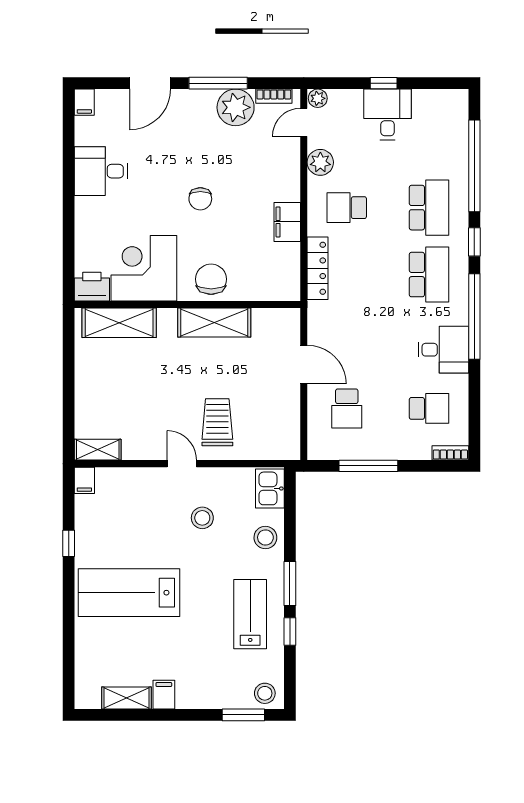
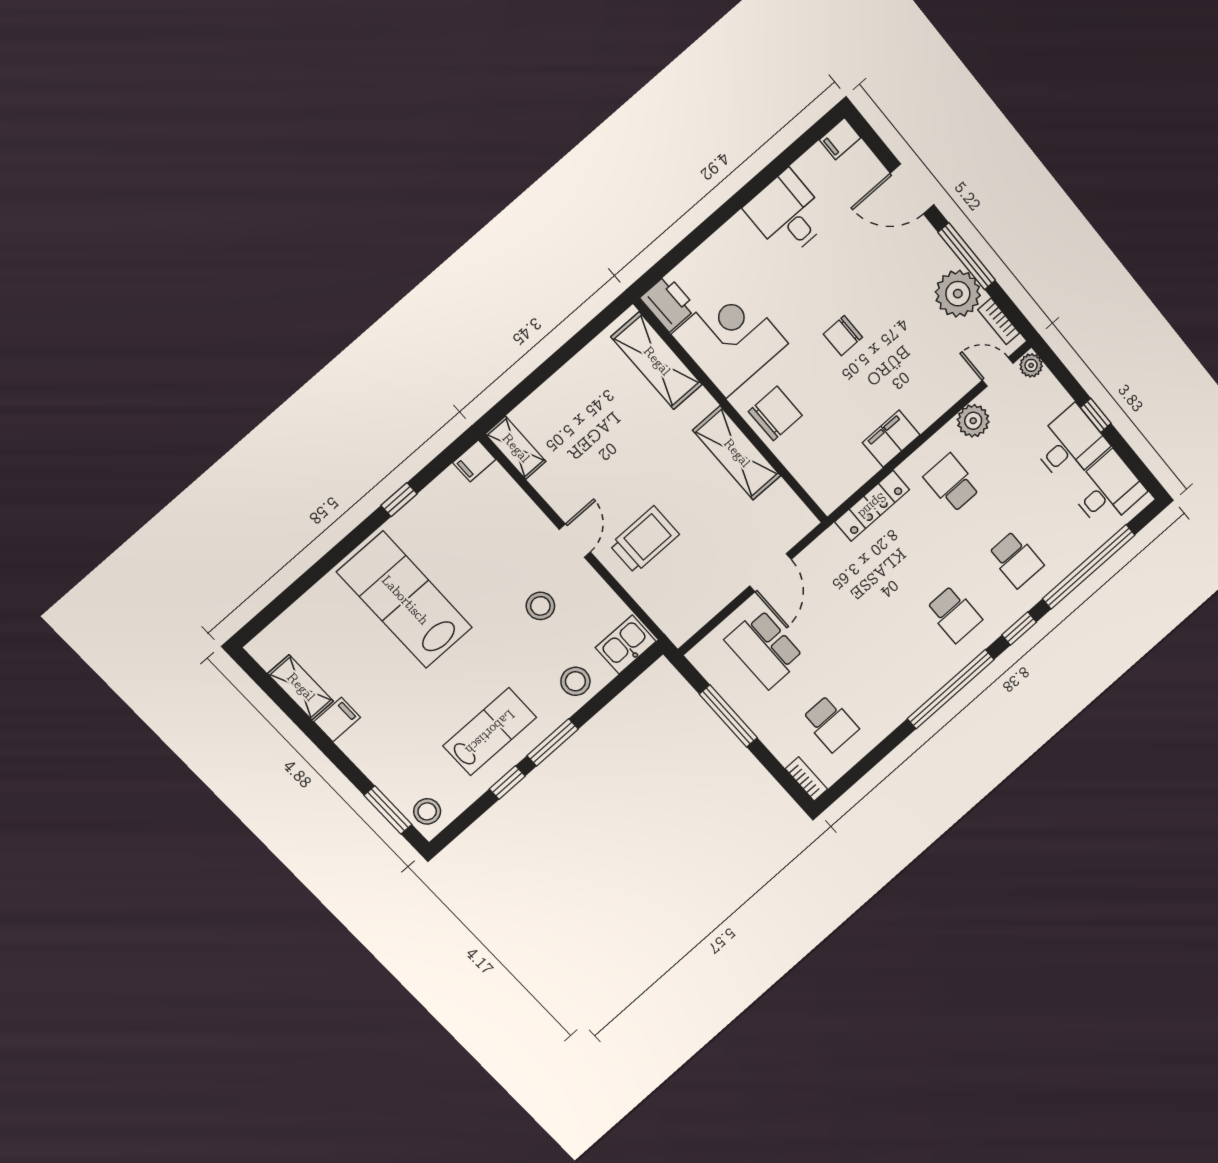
school desk: (429, 208) -> (1016, 559), width x0.54
school desk: (429, 275) -> (954, 614), width x0.54
desk: (443, 350) -> (1107, 490), moved, turned -90
school desk: (347, 408) -> (764, 649), width x1.85

